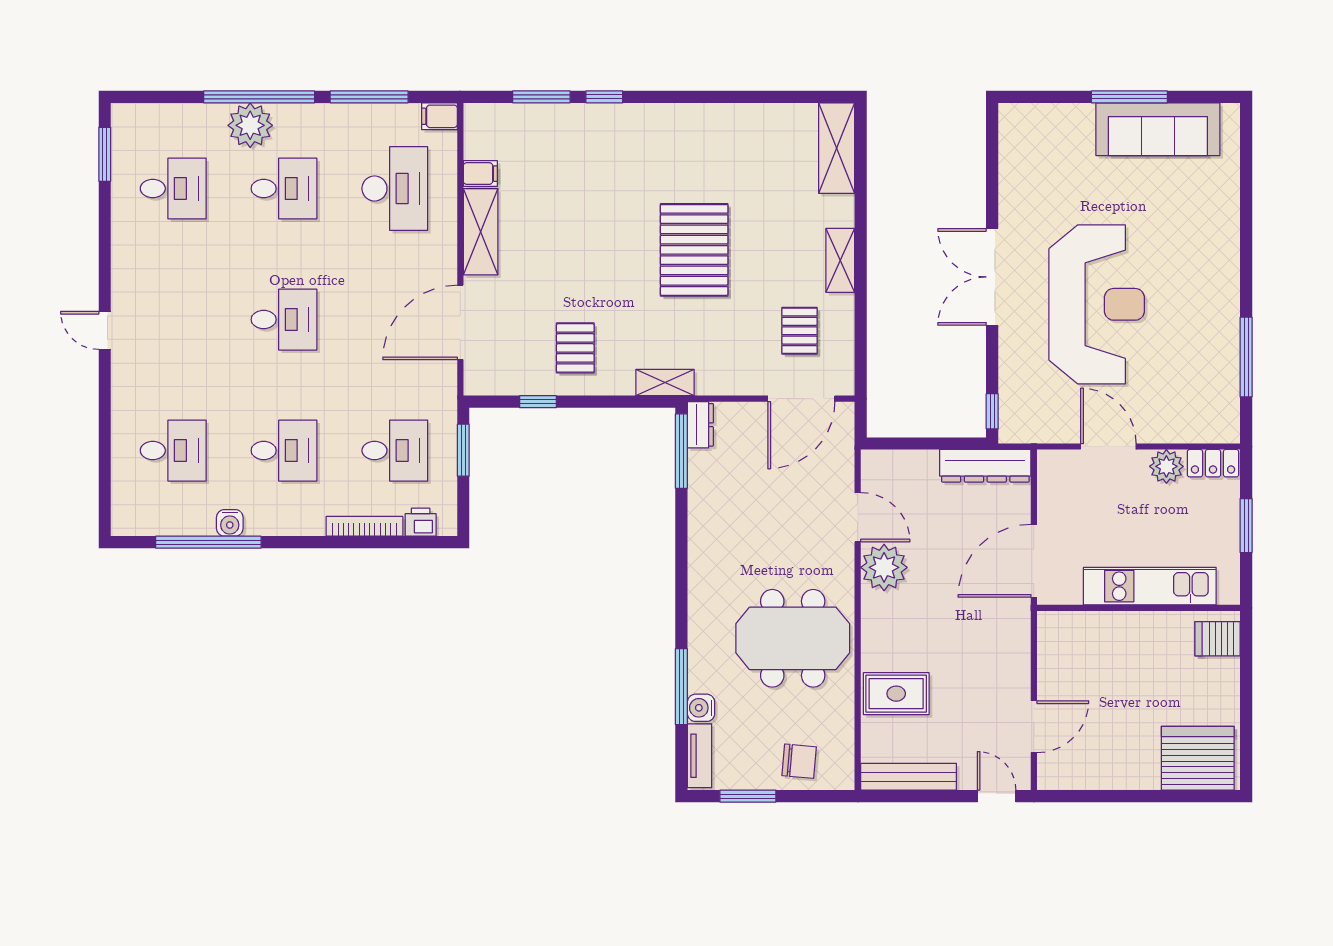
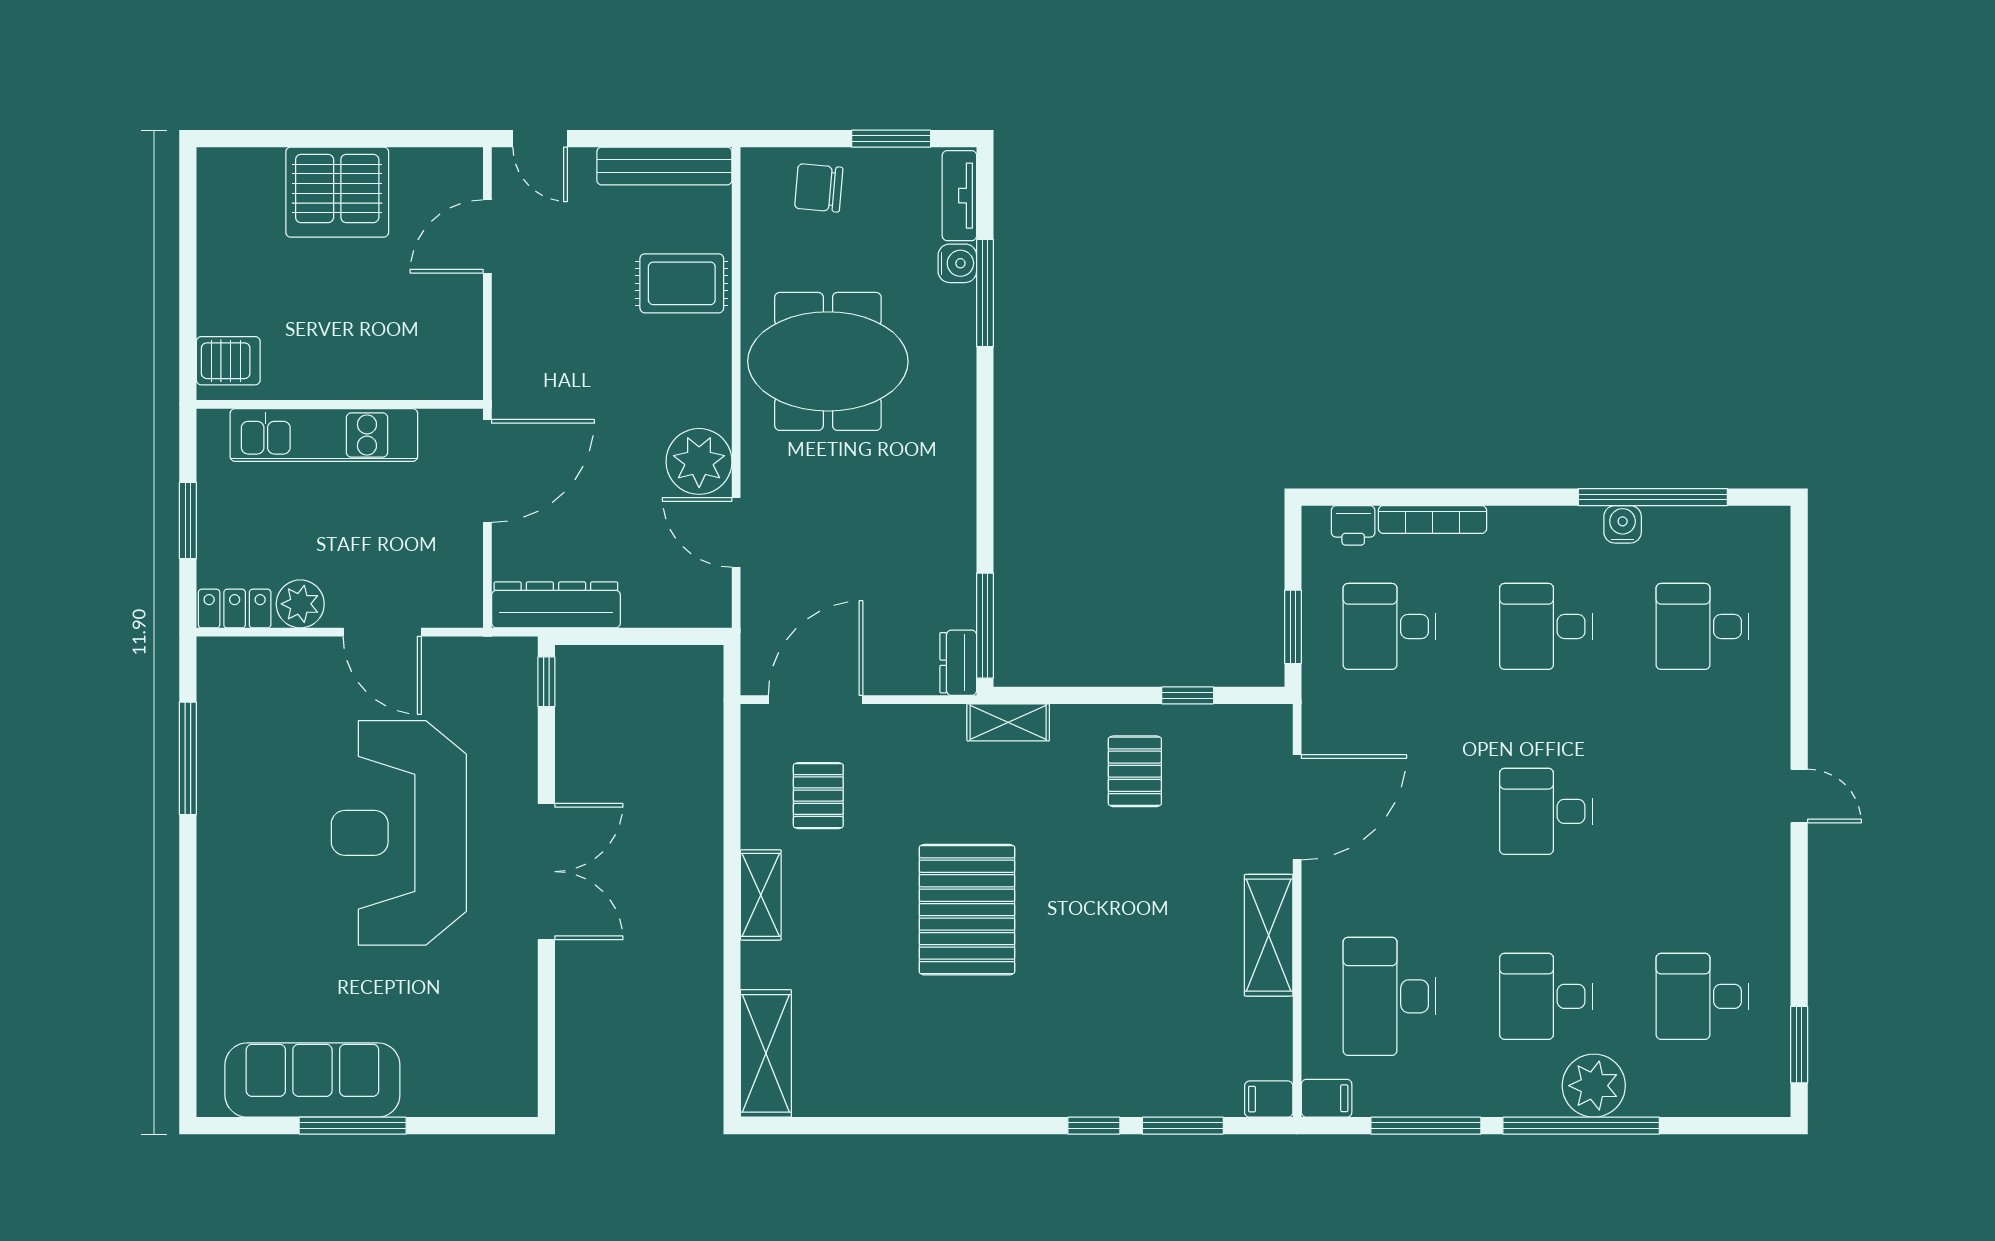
filing cabinet: (480, 174) -> (1269, 1099), moved
server rack: (1198, 758) -> (337, 192), moved

